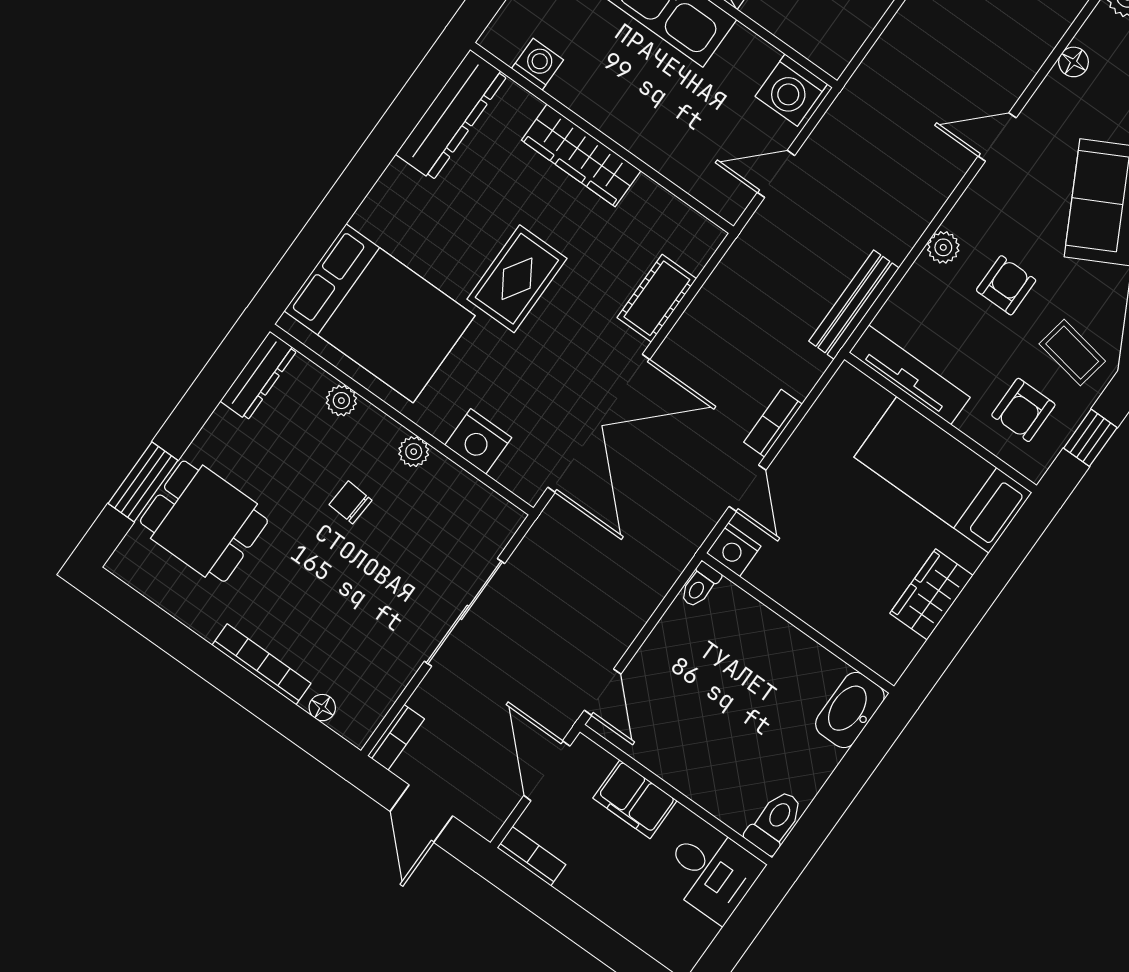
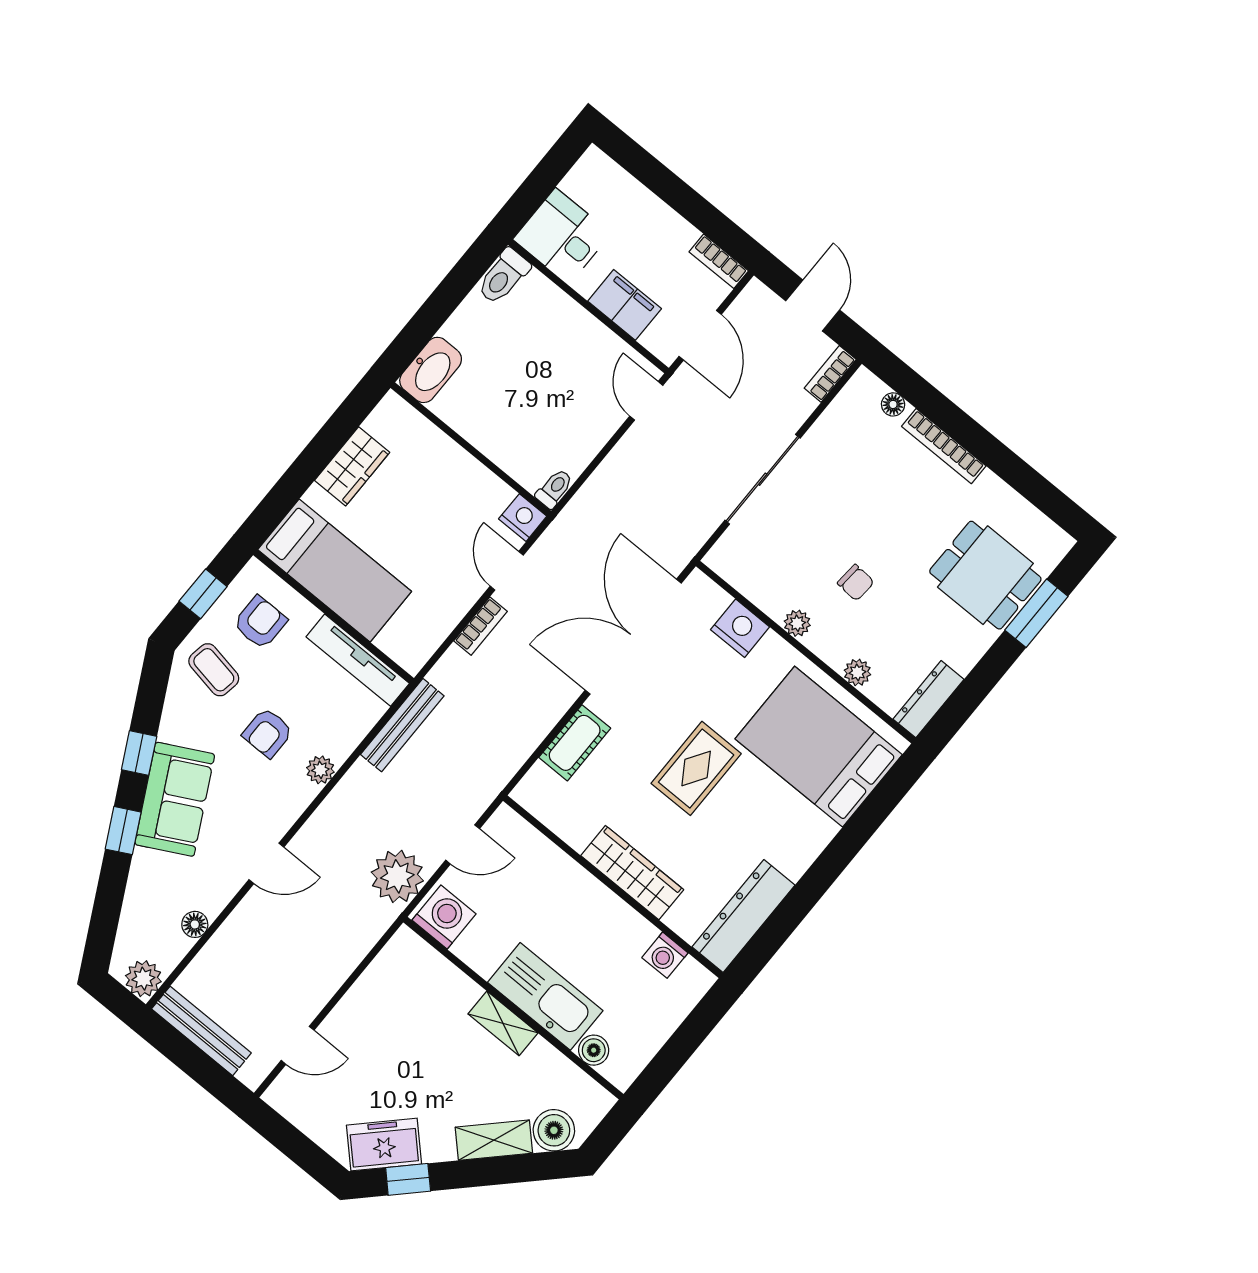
plant: (847, 133) -> (397, 876), added

